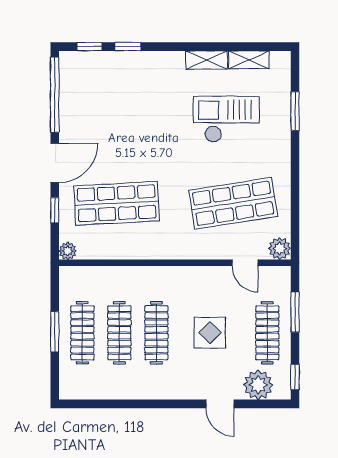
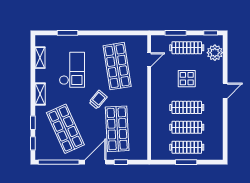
shelving: (207, 60) -> (40, 94), moved
shop shelf: (117, 107) -> (65, 129), added
checkout: (226, 119) -> (72, 70), turned 180
door: (55, 163) -> (95, 162), hinge flipped
trolley: (171, 168) -> (98, 100), added
plant: (280, 249) -> (141, 41), removed
plant: (68, 251) -> (143, 155), removed
door: (220, 404) -> (225, 91), moved

